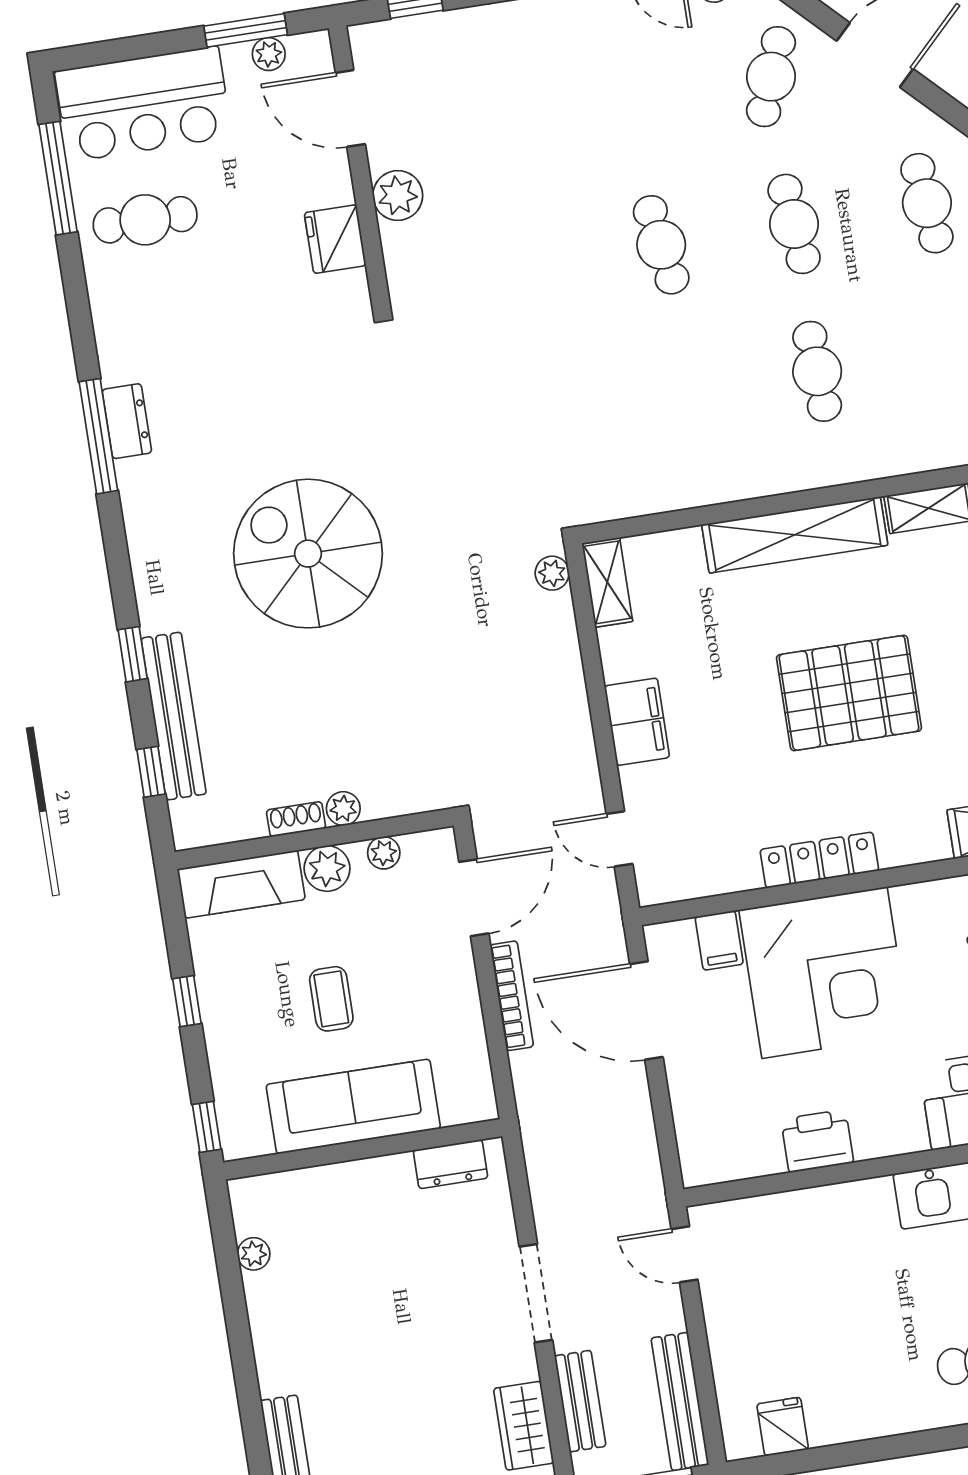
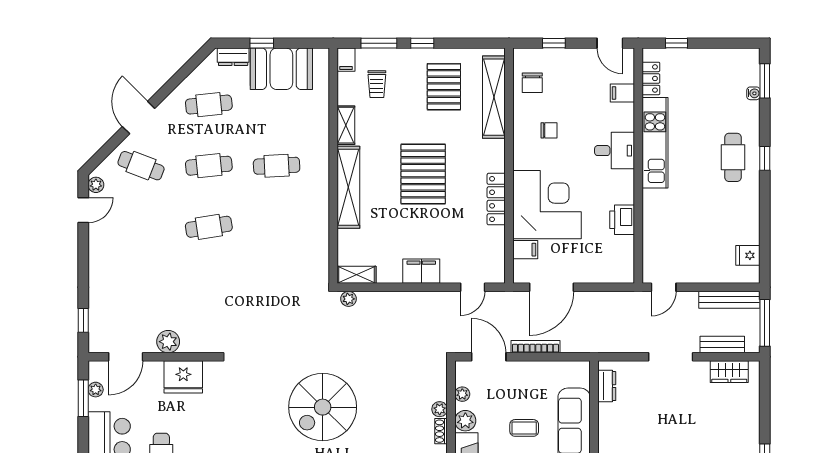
fridge: (335, 239) -> (183, 377), width x1.36, depth x1.34

